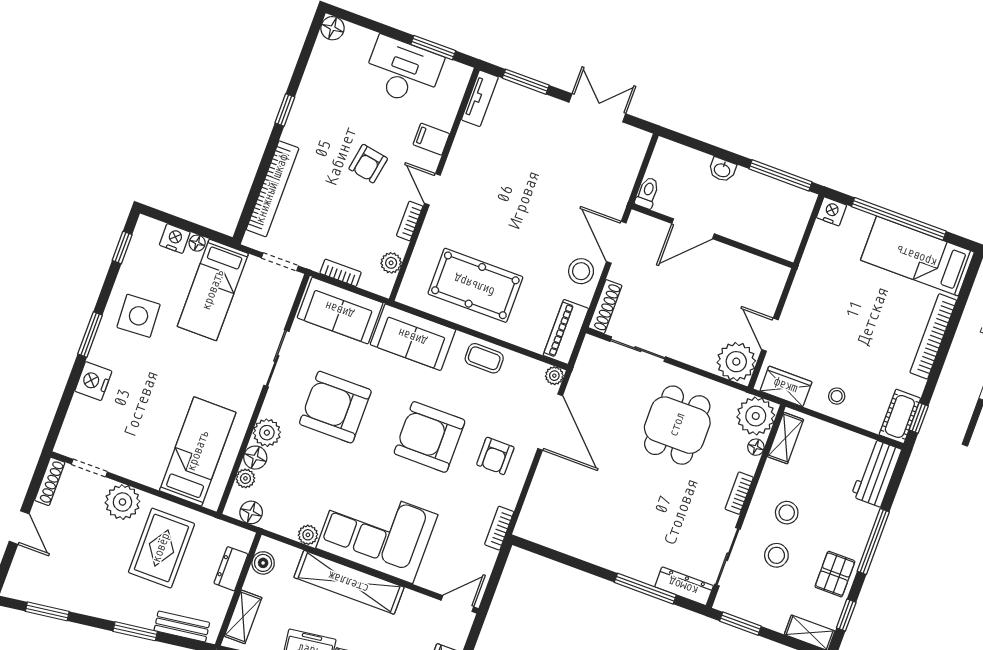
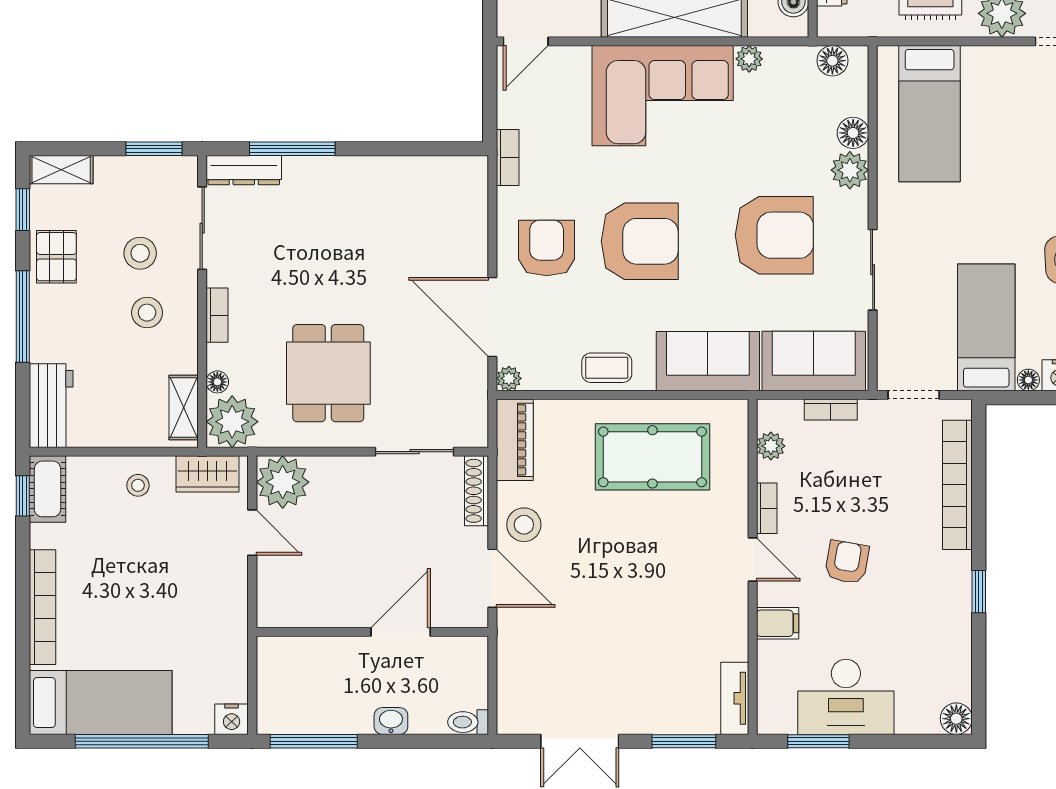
toilet: (647, 193) -> (468, 722), moved, turned 90
armchair: (495, 456) -> (547, 248), width x1.38, depth x1.38
plant: (245, 478) -> (856, 102), removed

